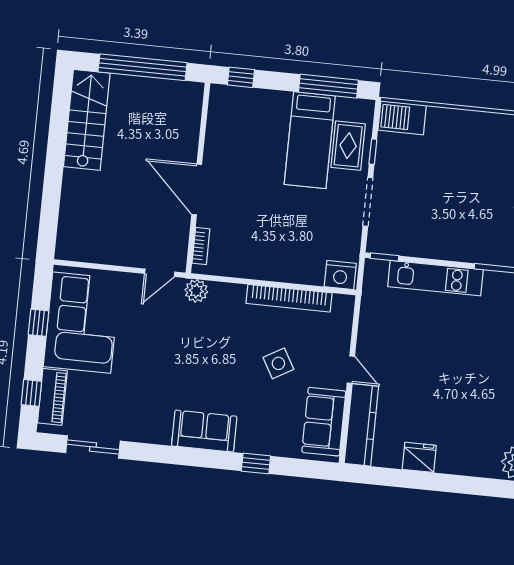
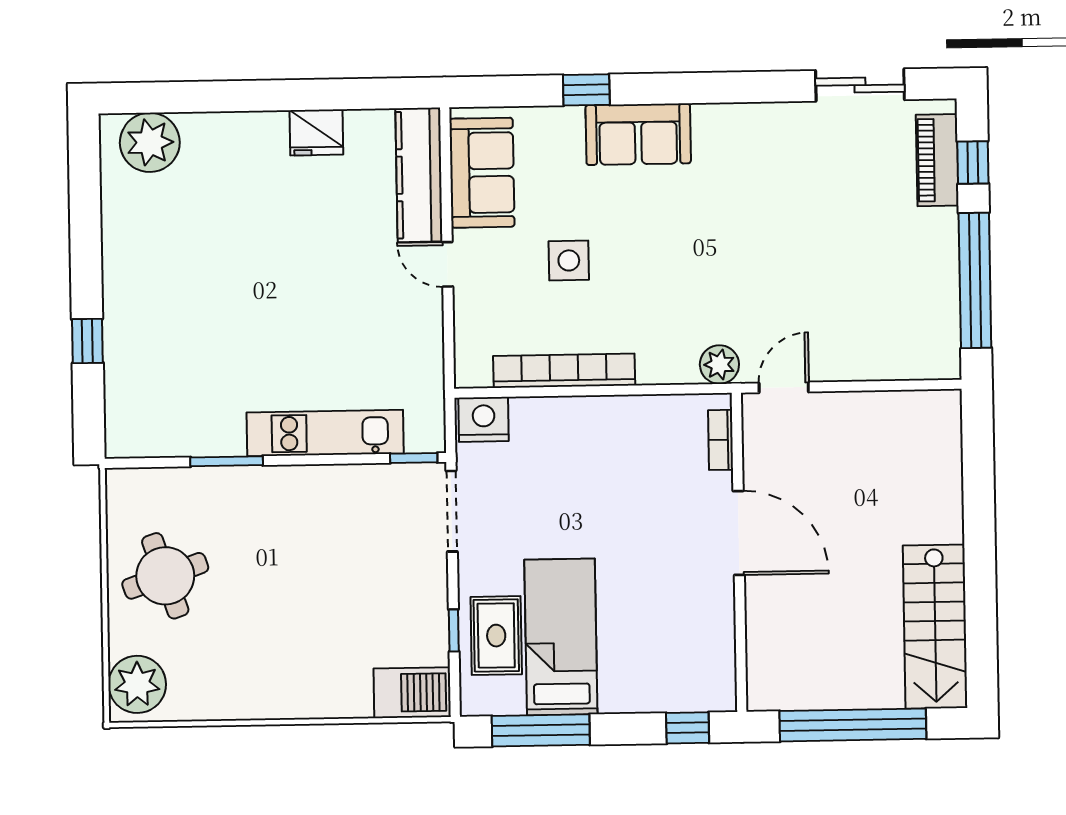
doorway: (368, 202) -> (452, 511), moved
window: (38, 323) -> (975, 280), width x3.17
corner sofa: (82, 323) -> (903, 289), removed
side table: (278, 363) -> (569, 260), turned 30
sofa: (204, 431) -> (638, 134), moved

